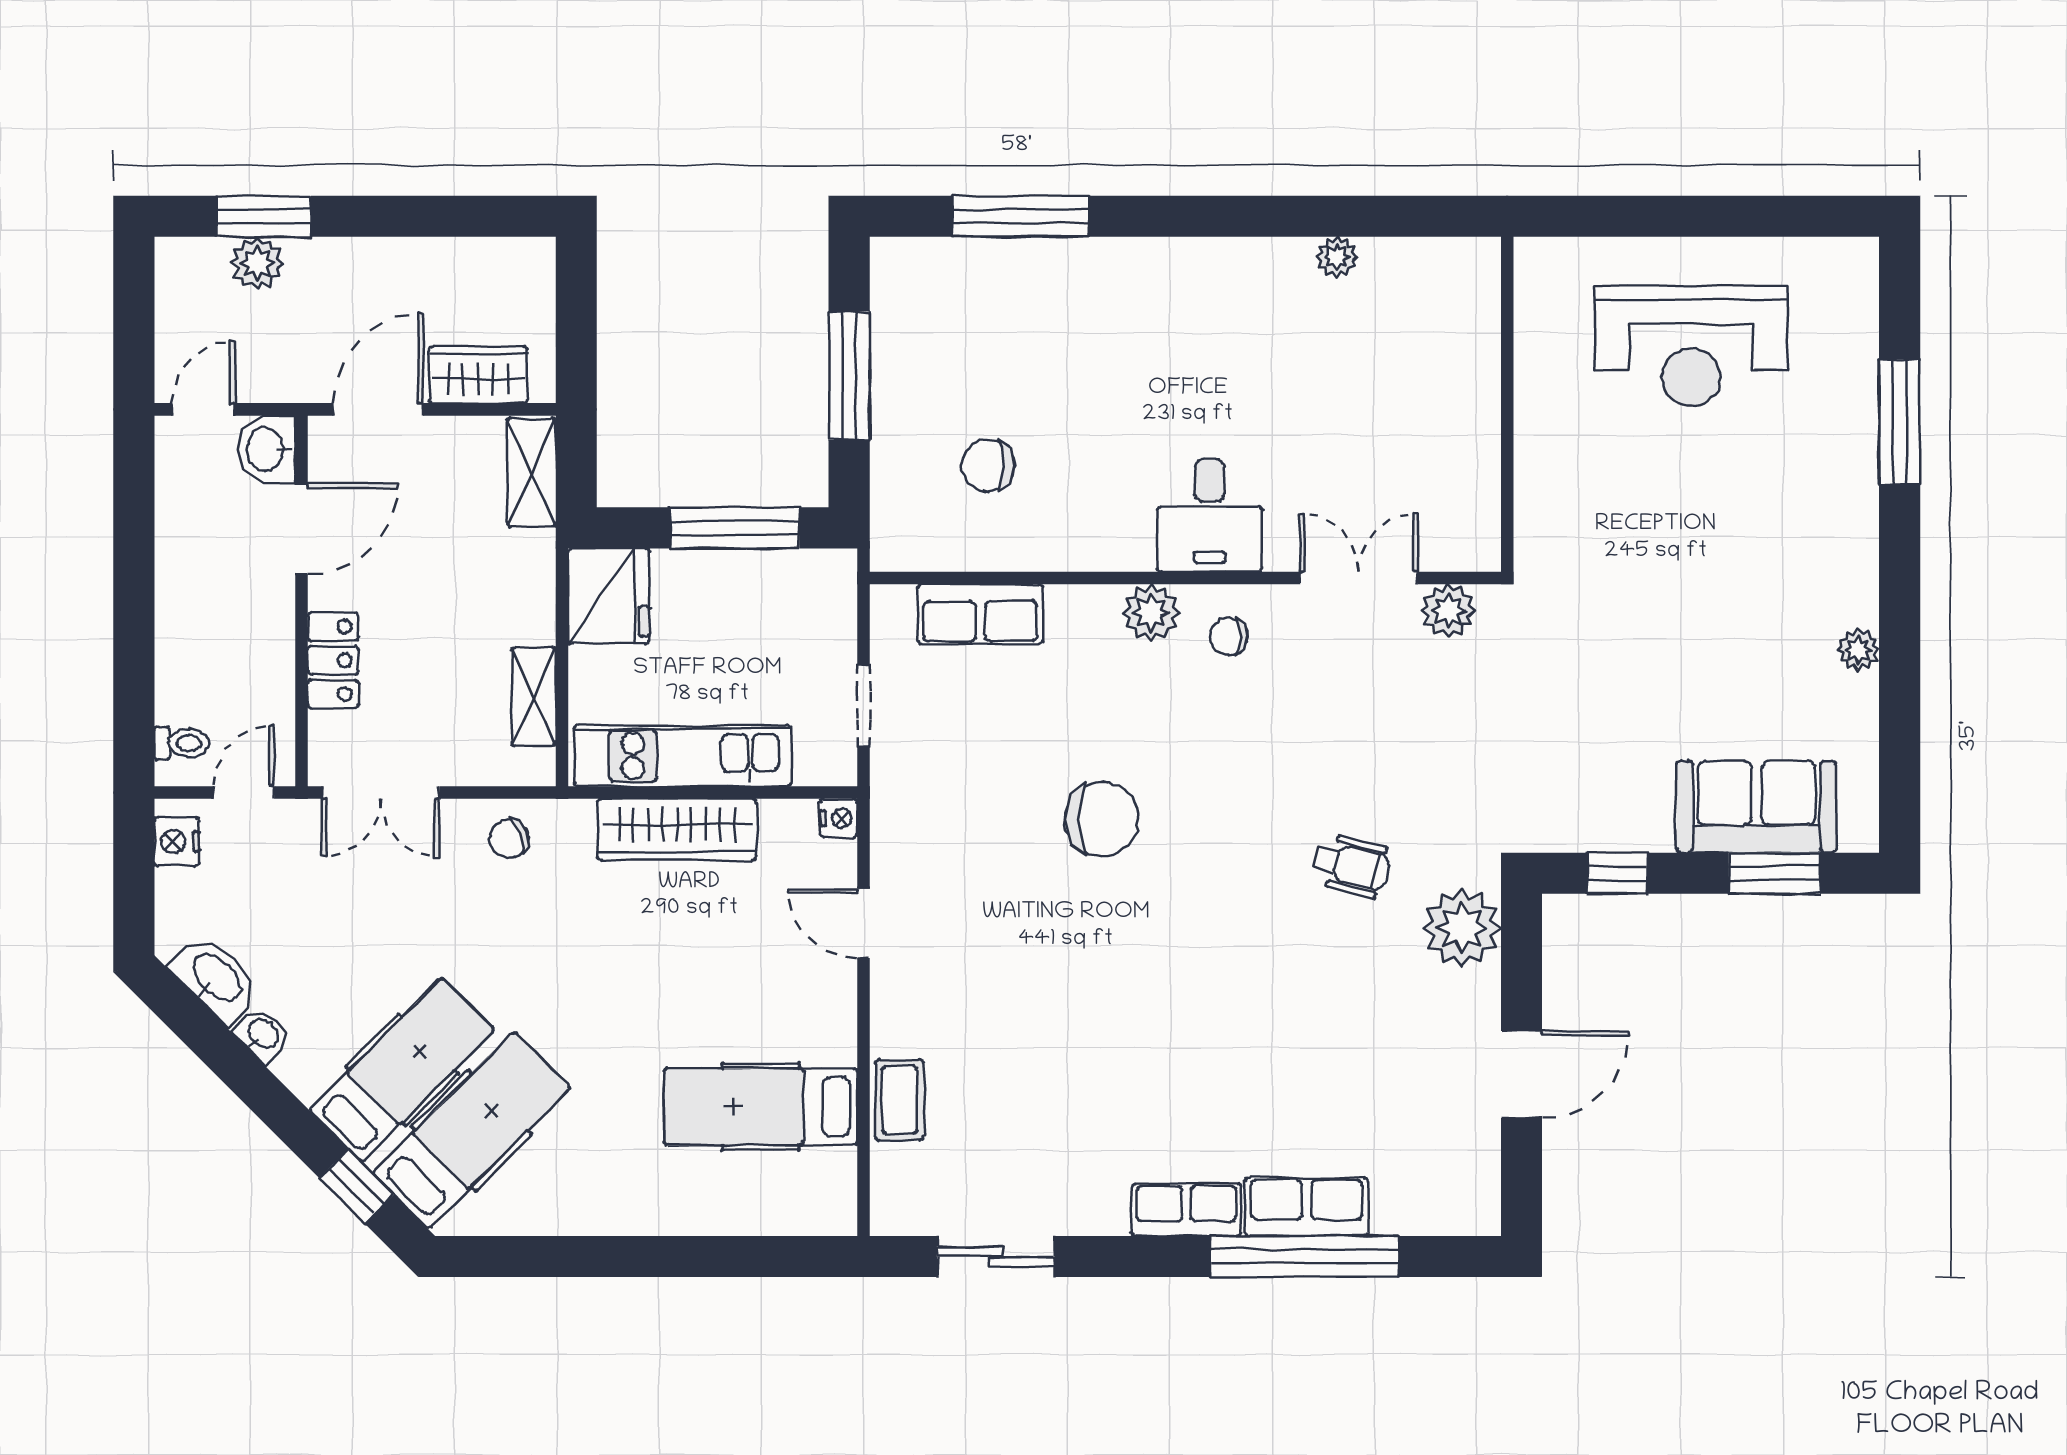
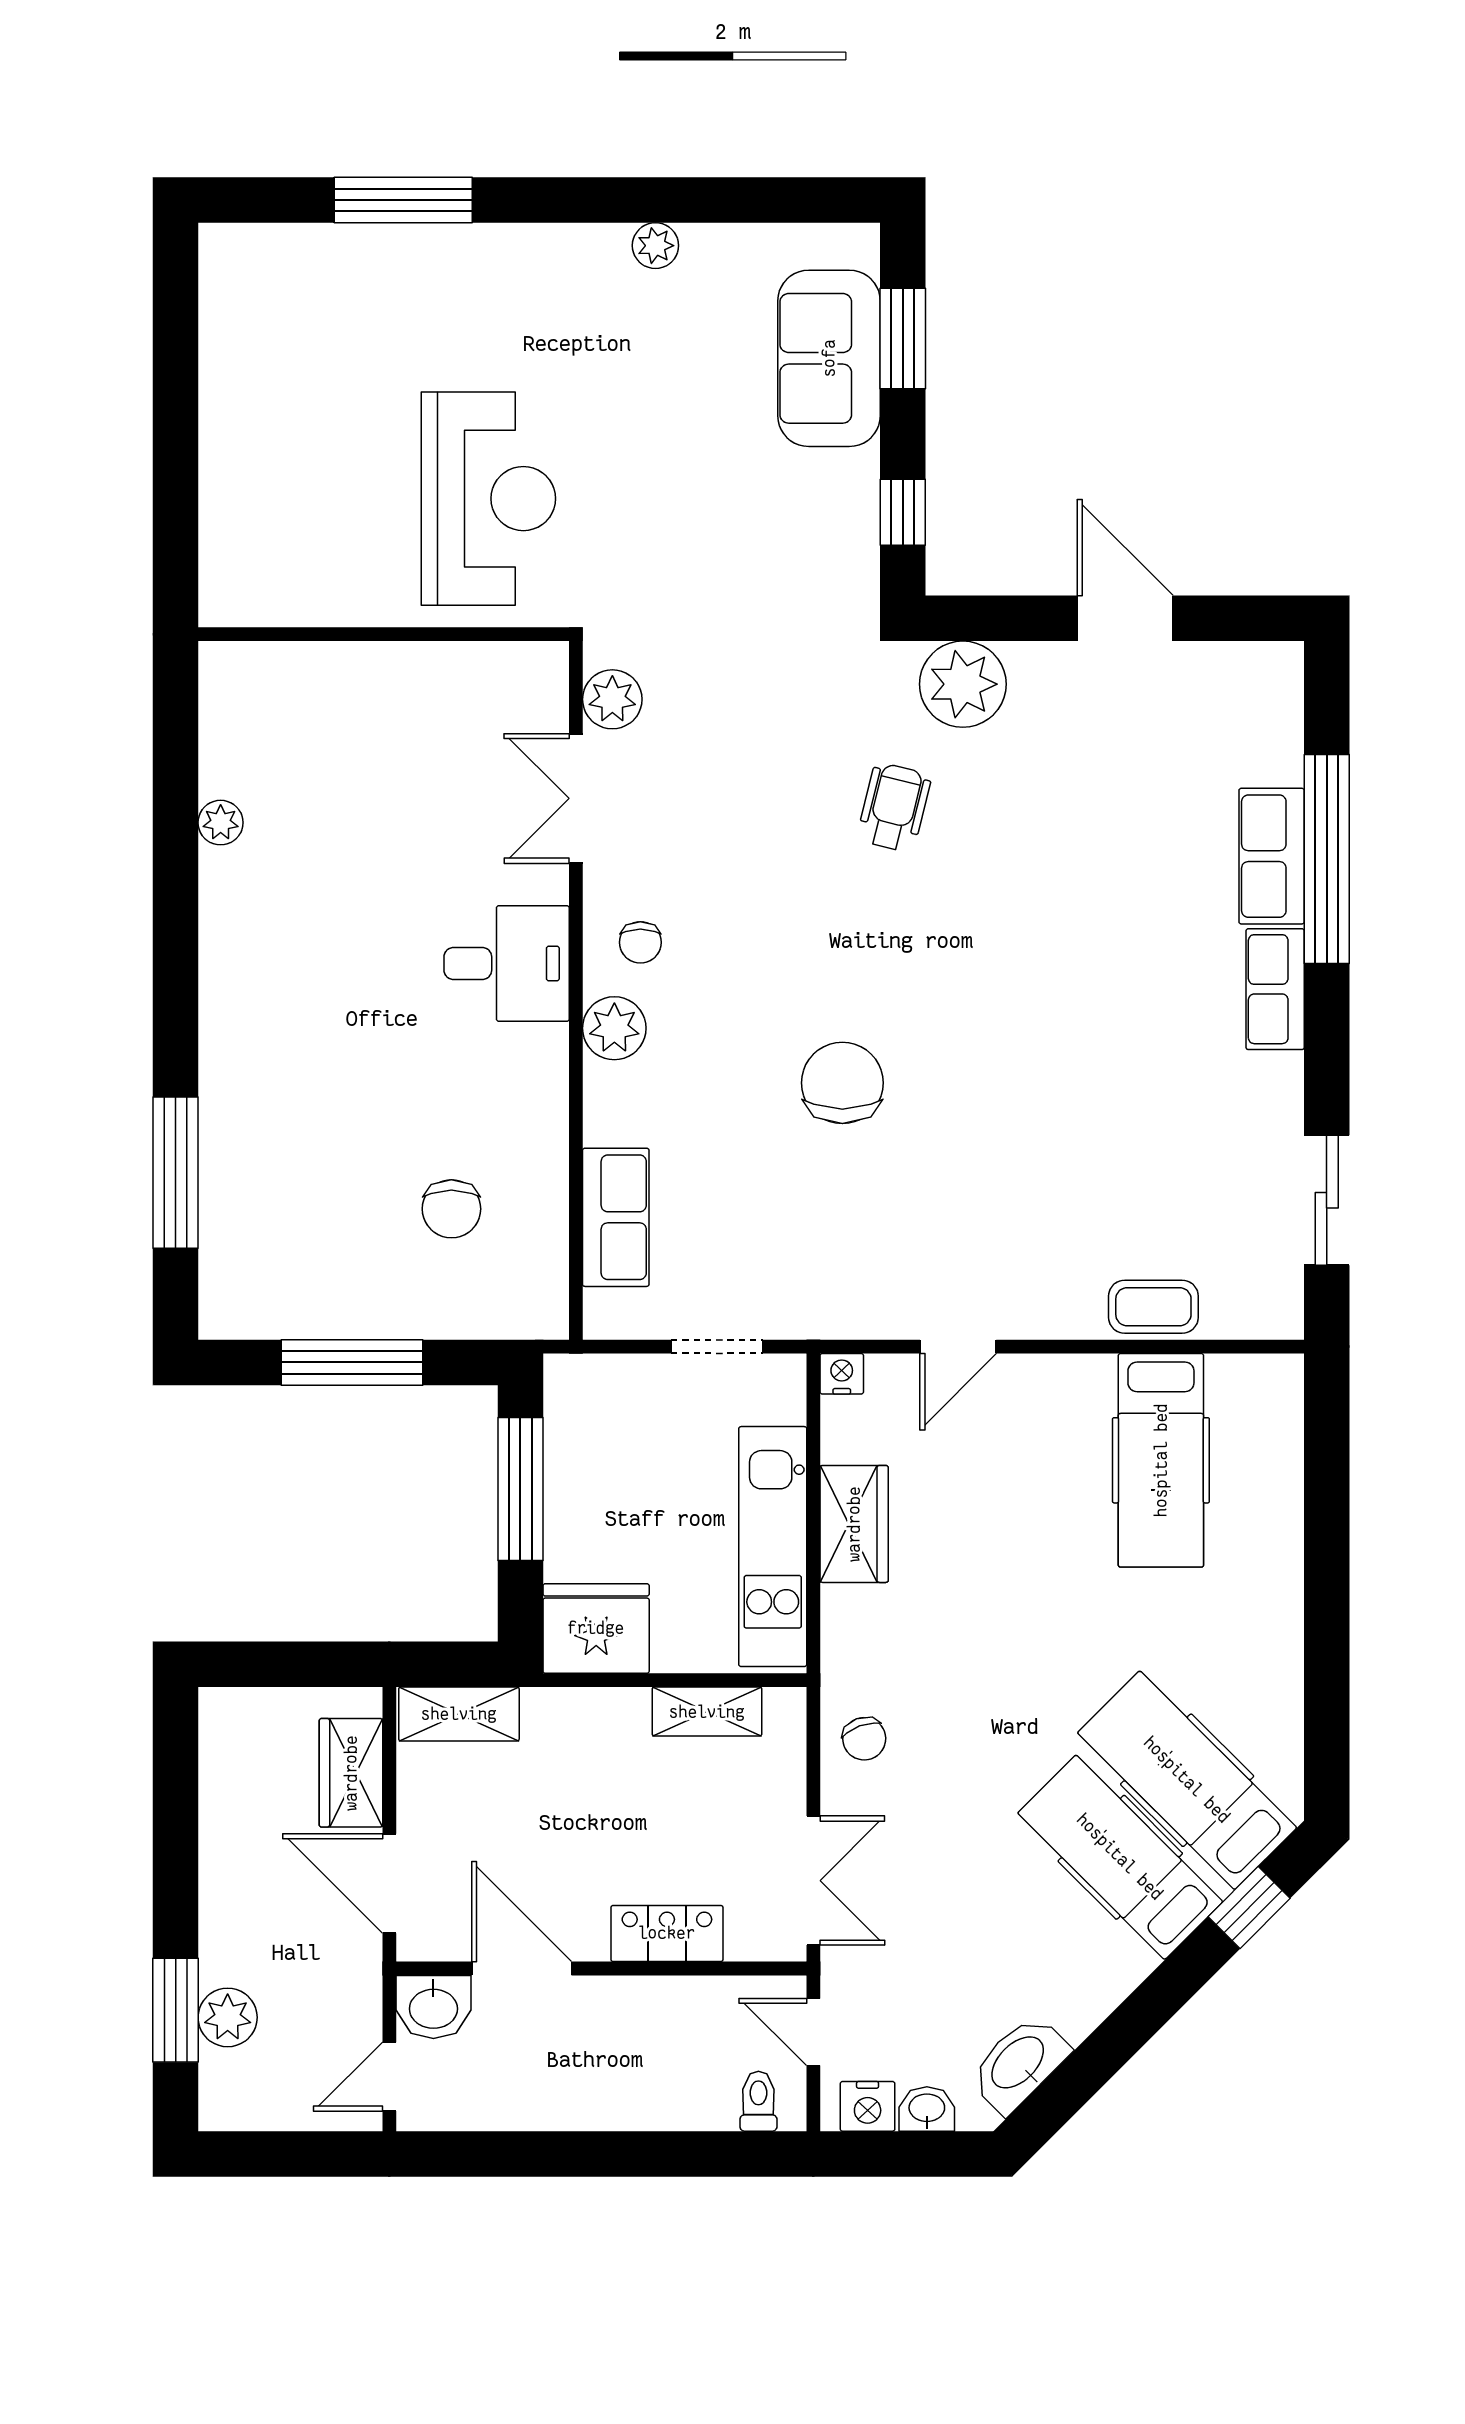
reception desk: (1691, 346) -> (488, 499), moved
door: (204, 409) -> (389, 2077), hinge flipped
wardrobe: (677, 829) -> (854, 1524), width x0.67
washbasin: (262, 1035) -> (927, 2109), moved, turned 45

